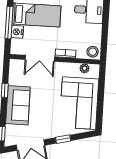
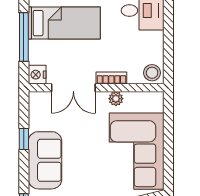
nightstand: (17, 32) -> (37, 75), moved
plant: (85, 68) -> (116, 99), moved

